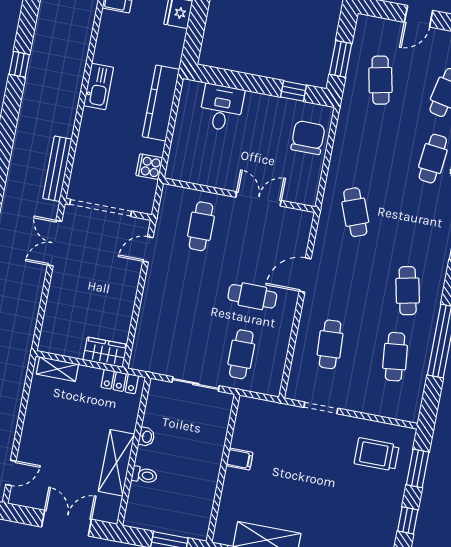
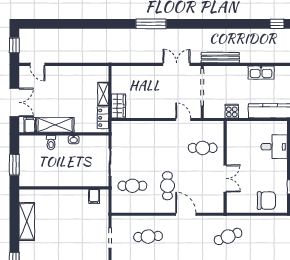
kitchen sink: (99, 86) -> (261, 73), moved
shelving: (57, 369) -> (103, 94), moved
filing cabinet: (240, 459) -> (94, 196), moved
filing cabinet: (108, 505) -> (30, 125), added

